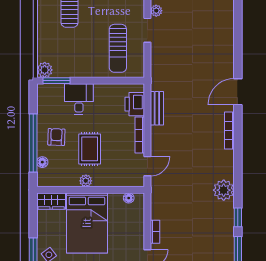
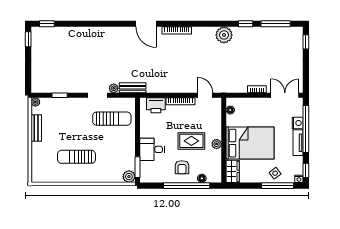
plant: (156, 11) -> (114, 88), moved
bench: (157, 108) -> (133, 88), moved
armchair: (56, 137) -> (182, 167), turned -92

